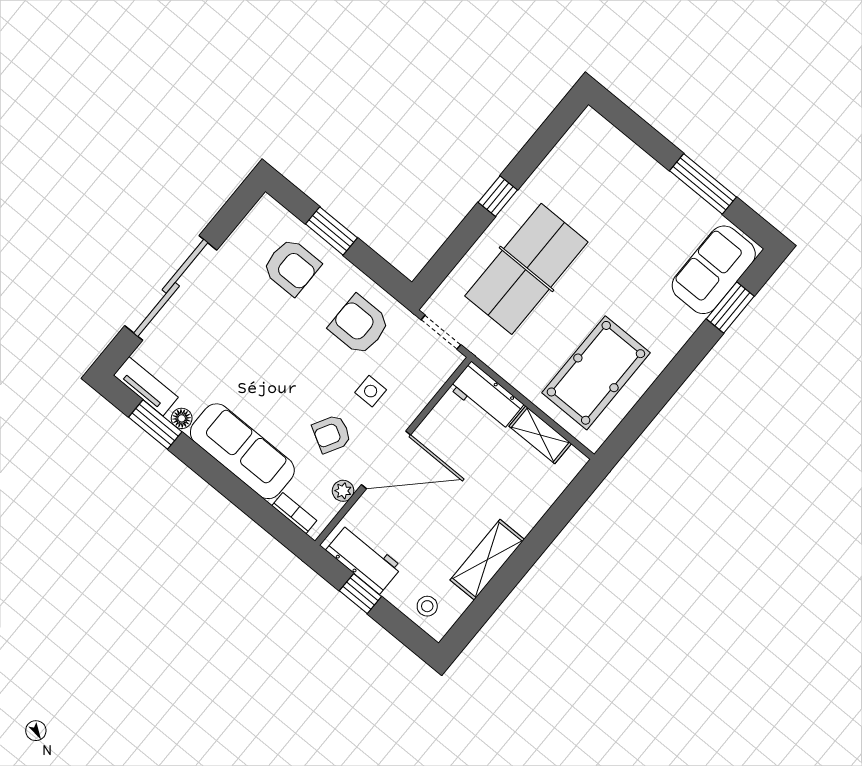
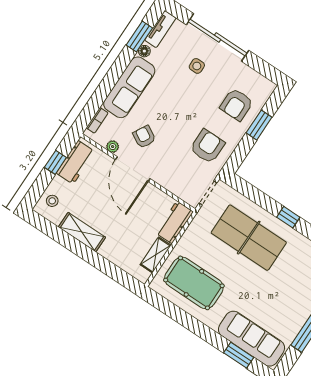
sofa: (714, 270) -> (251, 339), width x1.36
side table: (371, 391) -> (197, 66), moved

